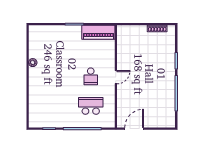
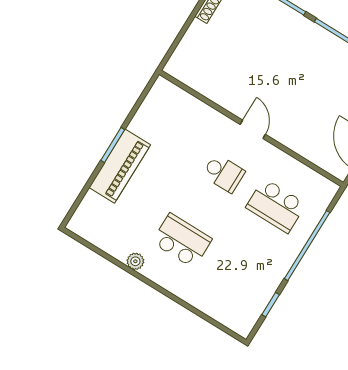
piano: (98, 32) -> (120, 166), moved
school desk: (53, 76) -> (182, 241), added
school desk: (91, 106) -> (276, 206), turned -90

